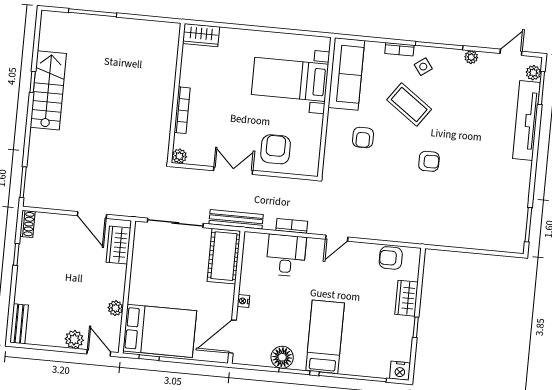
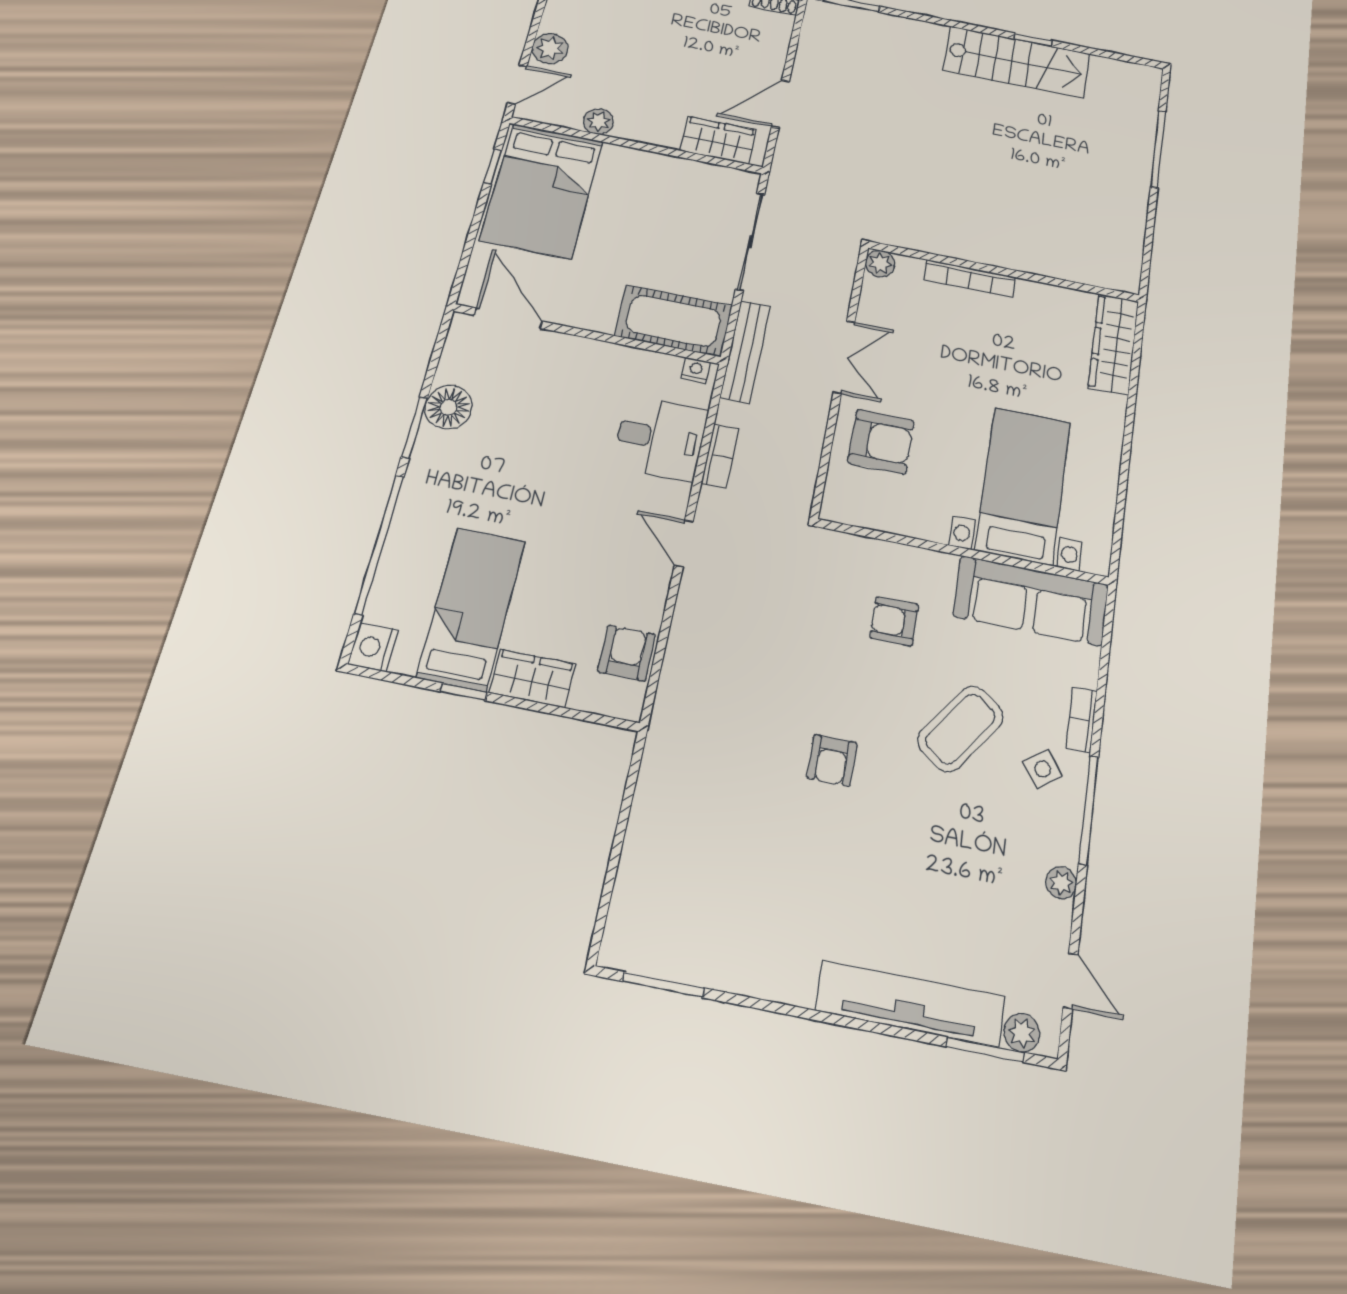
wardrobe: (201, 35) -> (1114, 344), width x1.50
nightstand: (243, 301) -> (696, 370), moved
bed: (325, 337) -> (471, 609), moved, turned -90

